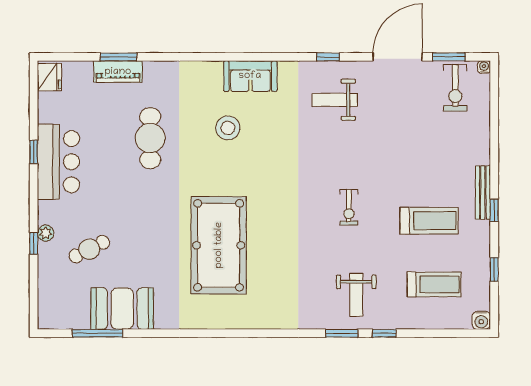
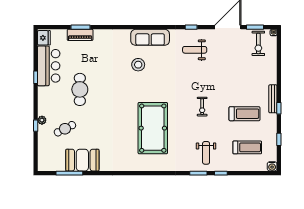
sofa: (250, 76) -> (150, 37), width x1.36
cafe table: (150, 138) -> (80, 89), moved
bar counter: (58, 162) -> (49, 66), moved
pool table: (219, 245) -> (153, 128), moved

